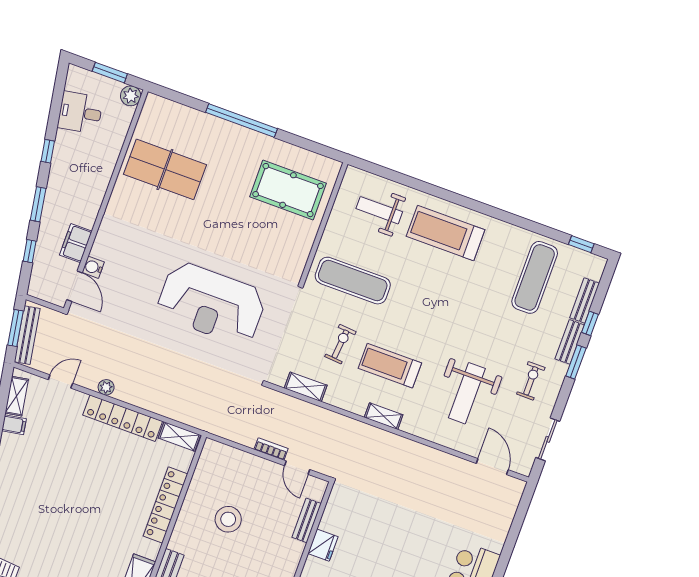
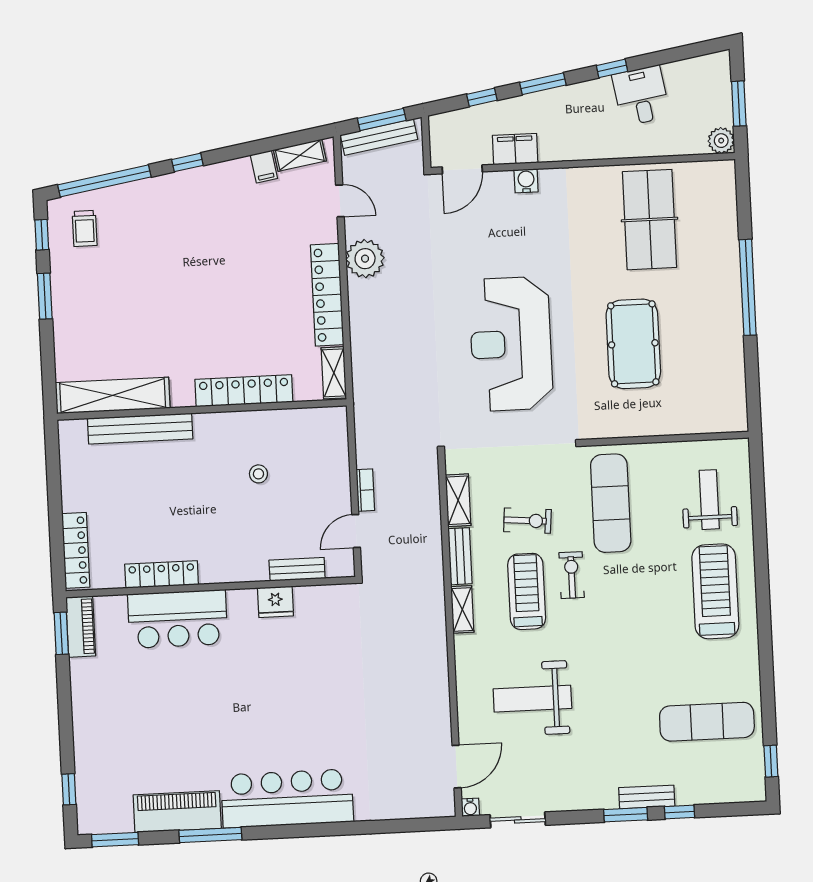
desk: (80, 113) -> (641, 96), moved
pool table: (288, 190) -> (633, 344), moved
water cooler: (93, 267) -> (526, 181), moved
bench: (585, 301) -> (460, 556), moved, turned 90
exercise bike: (531, 381) -> (572, 575), moved, turned -90
plant: (106, 387) -> (365, 259), width x1.88, depth x1.88
water cooler: (525, 469) -> (470, 807), added
stool: (228, 519) -> (258, 474), width x0.53, depth x0.53

